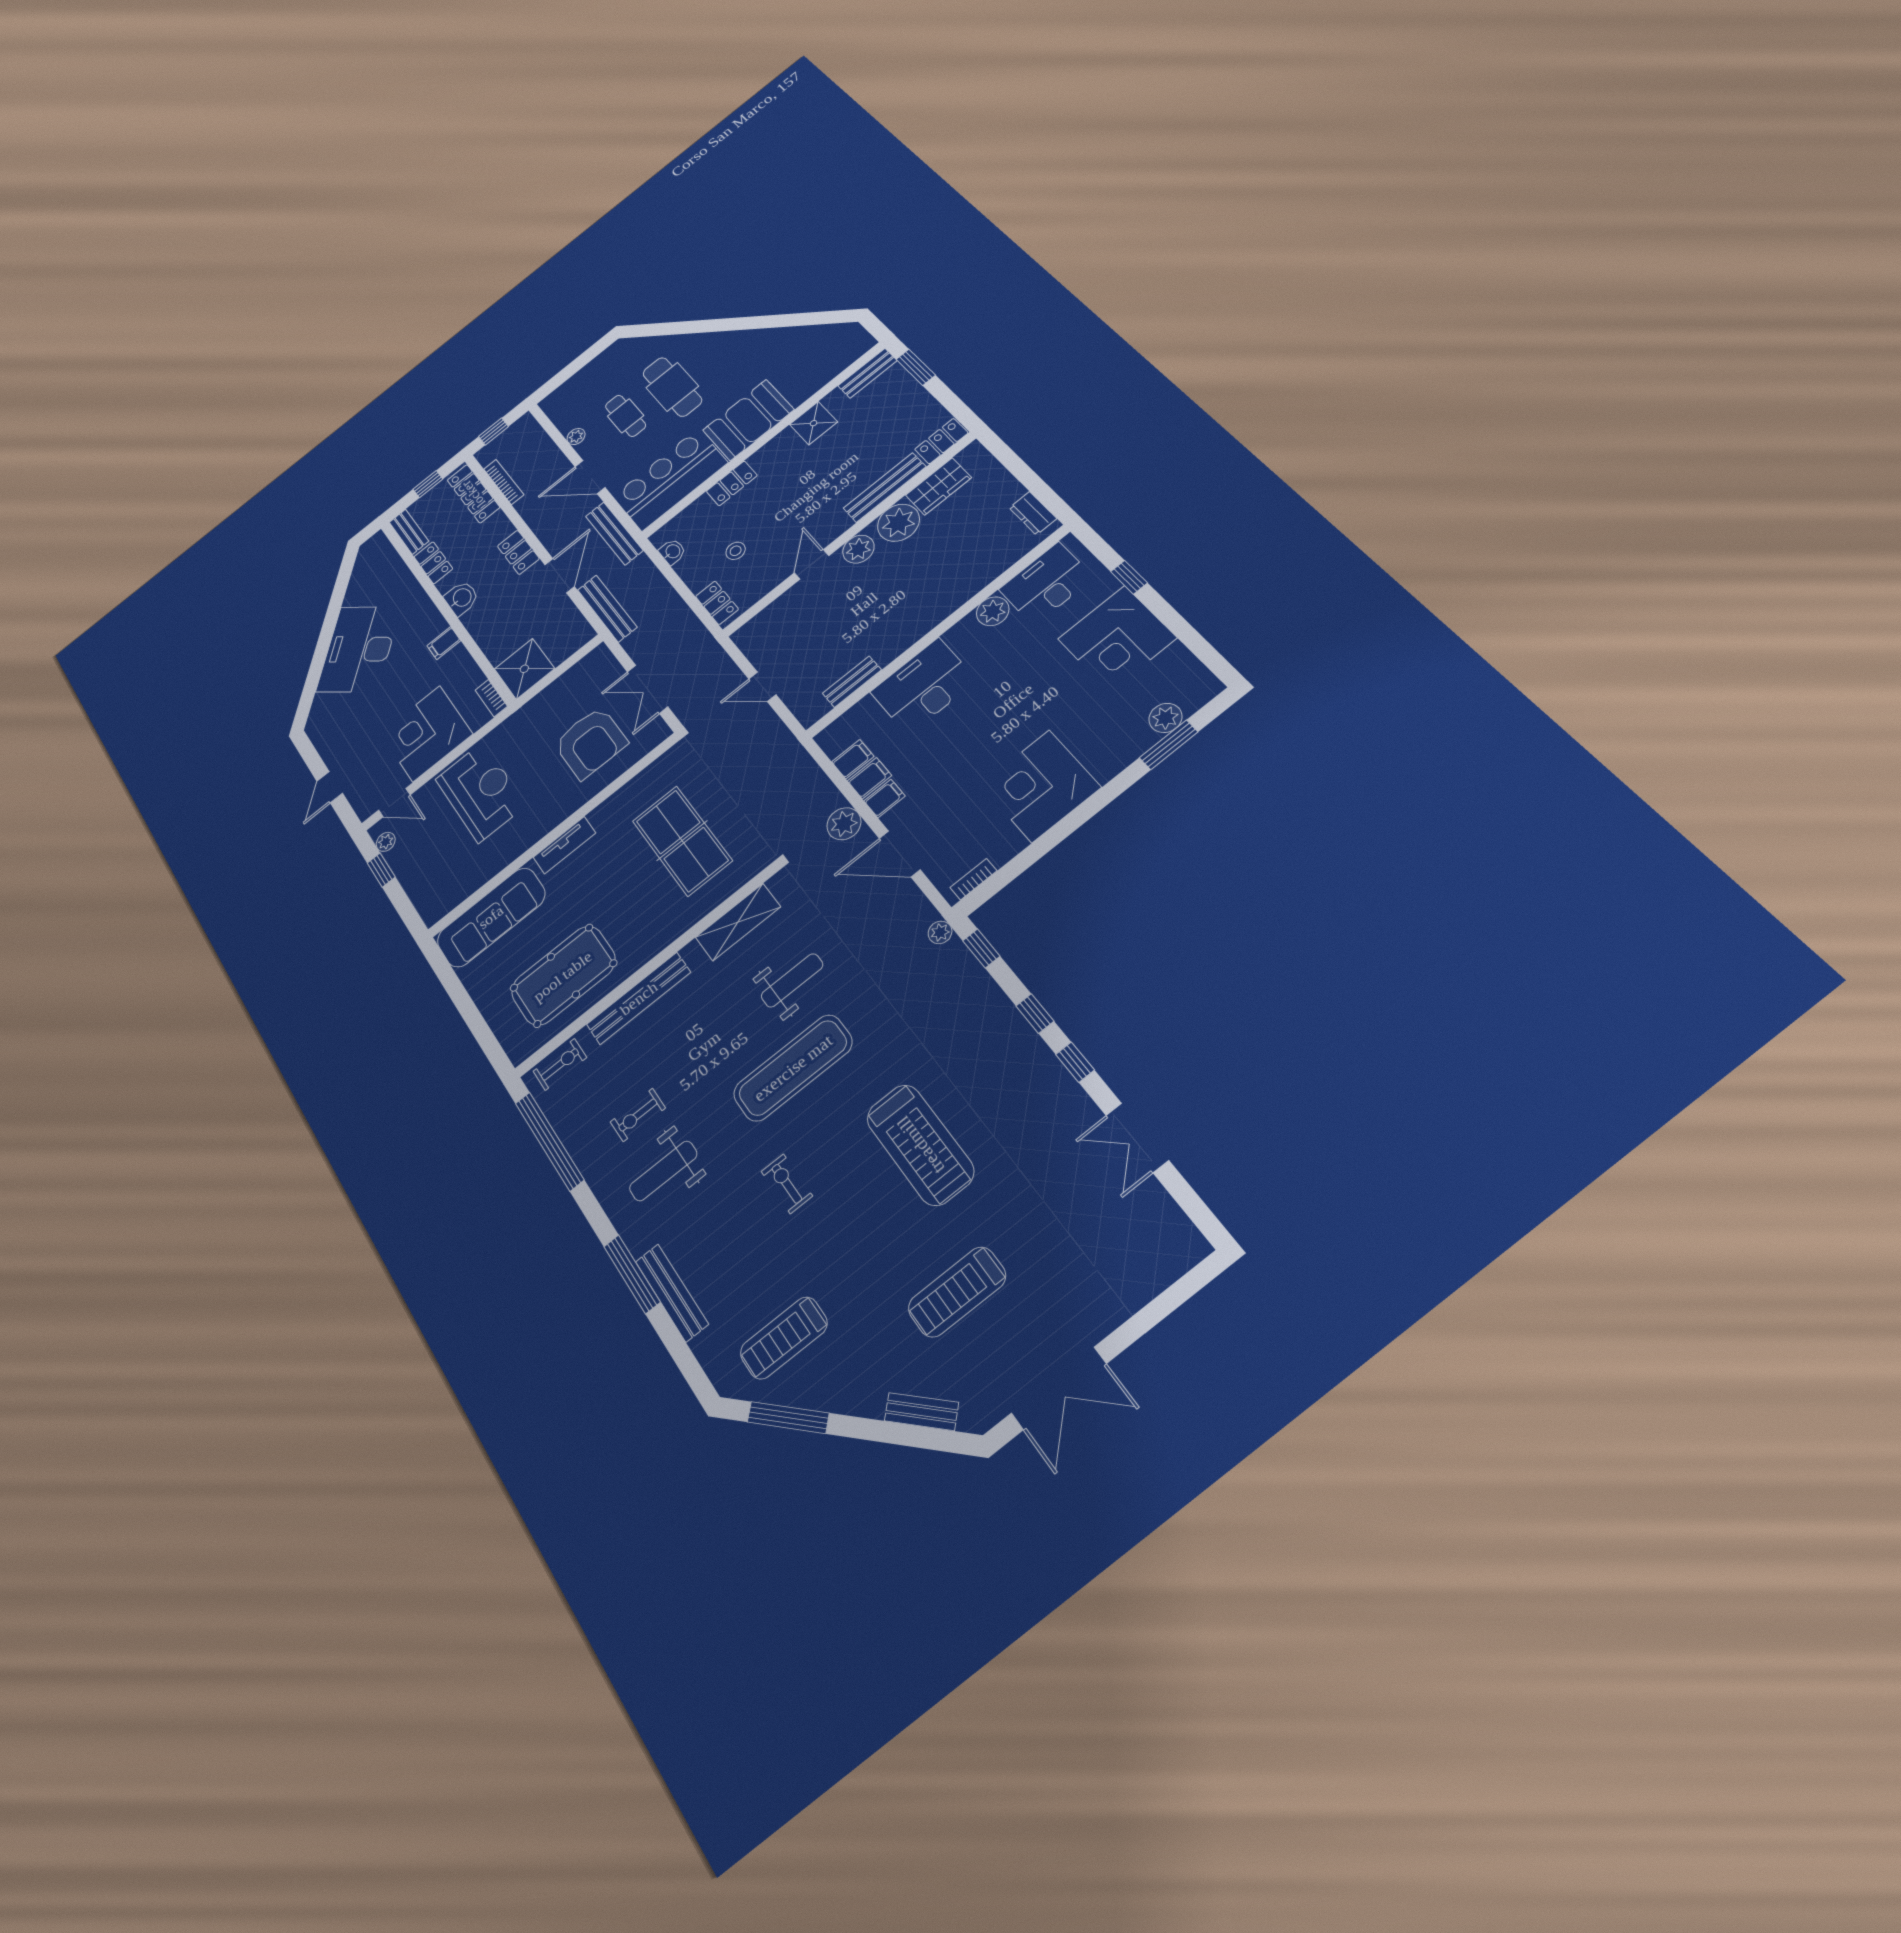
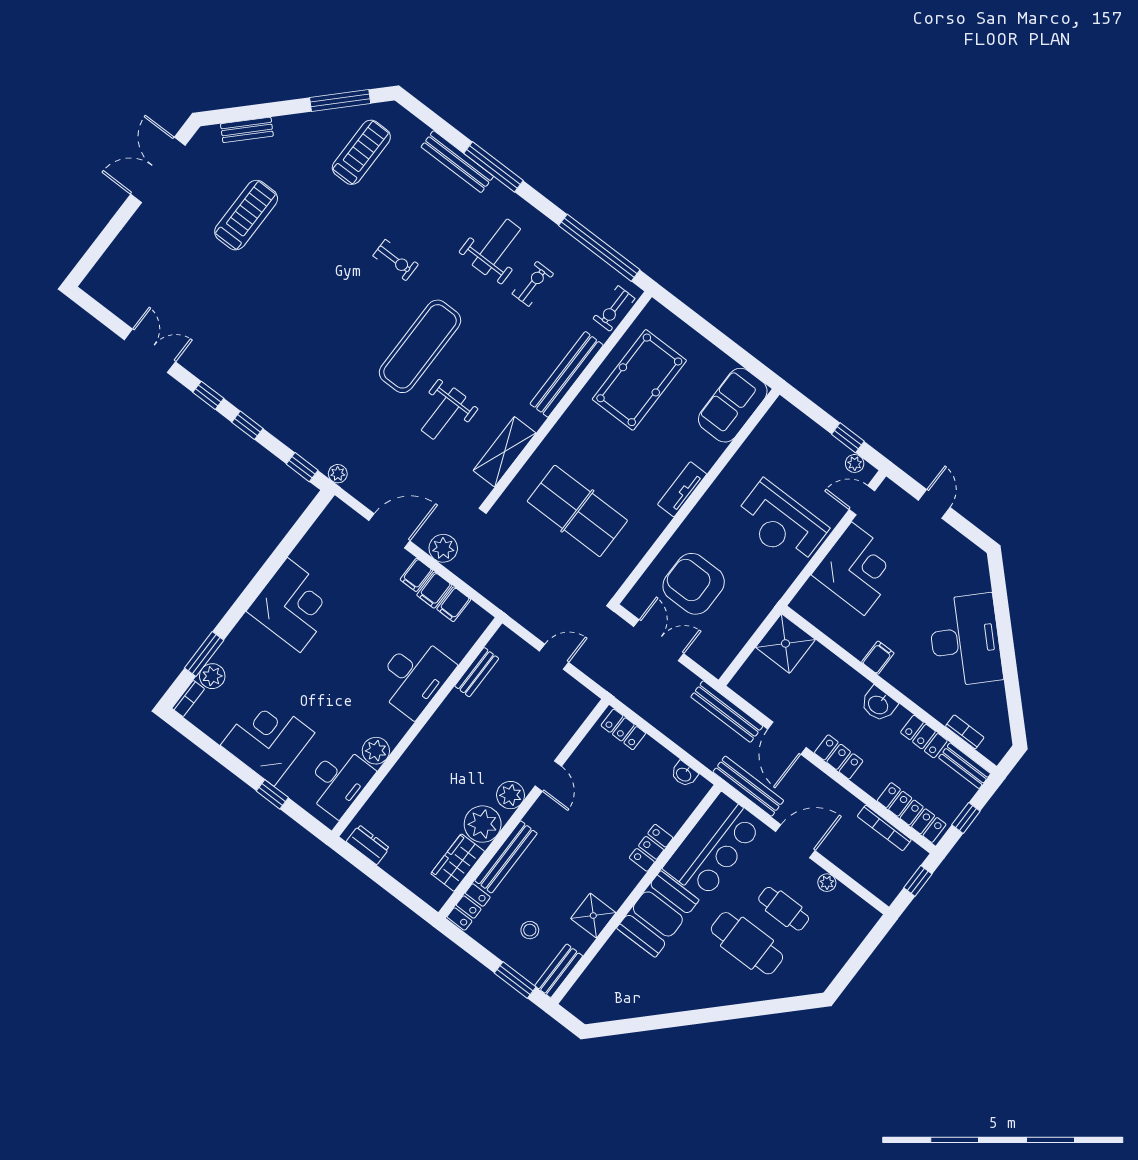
stool: (736, 551) -> (530, 930), moved
bookcase: (491, 698) -> (965, 732), moved
bookcase: (974, 879) -> (188, 699), moved
sofa: (491, 917) -> (733, 405), width x0.73
treadmill: (920, 1145) -> (304, 311), removed

